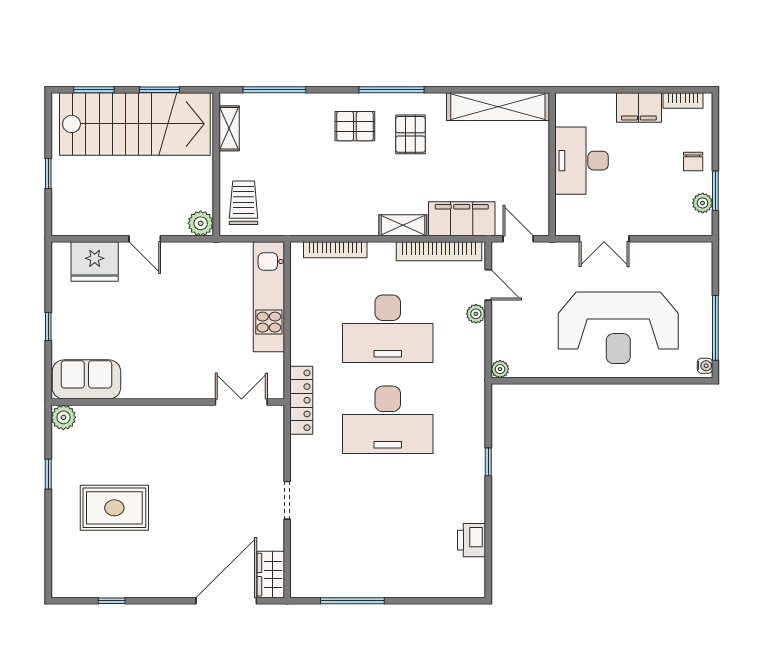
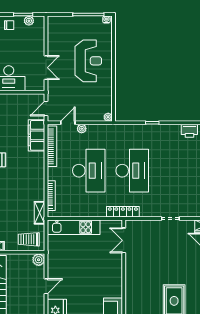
shelving: (403, 225) -> (40, 213), moved
reception desk: (618, 328) -> (88, 61), width x0.74, depth x0.77

